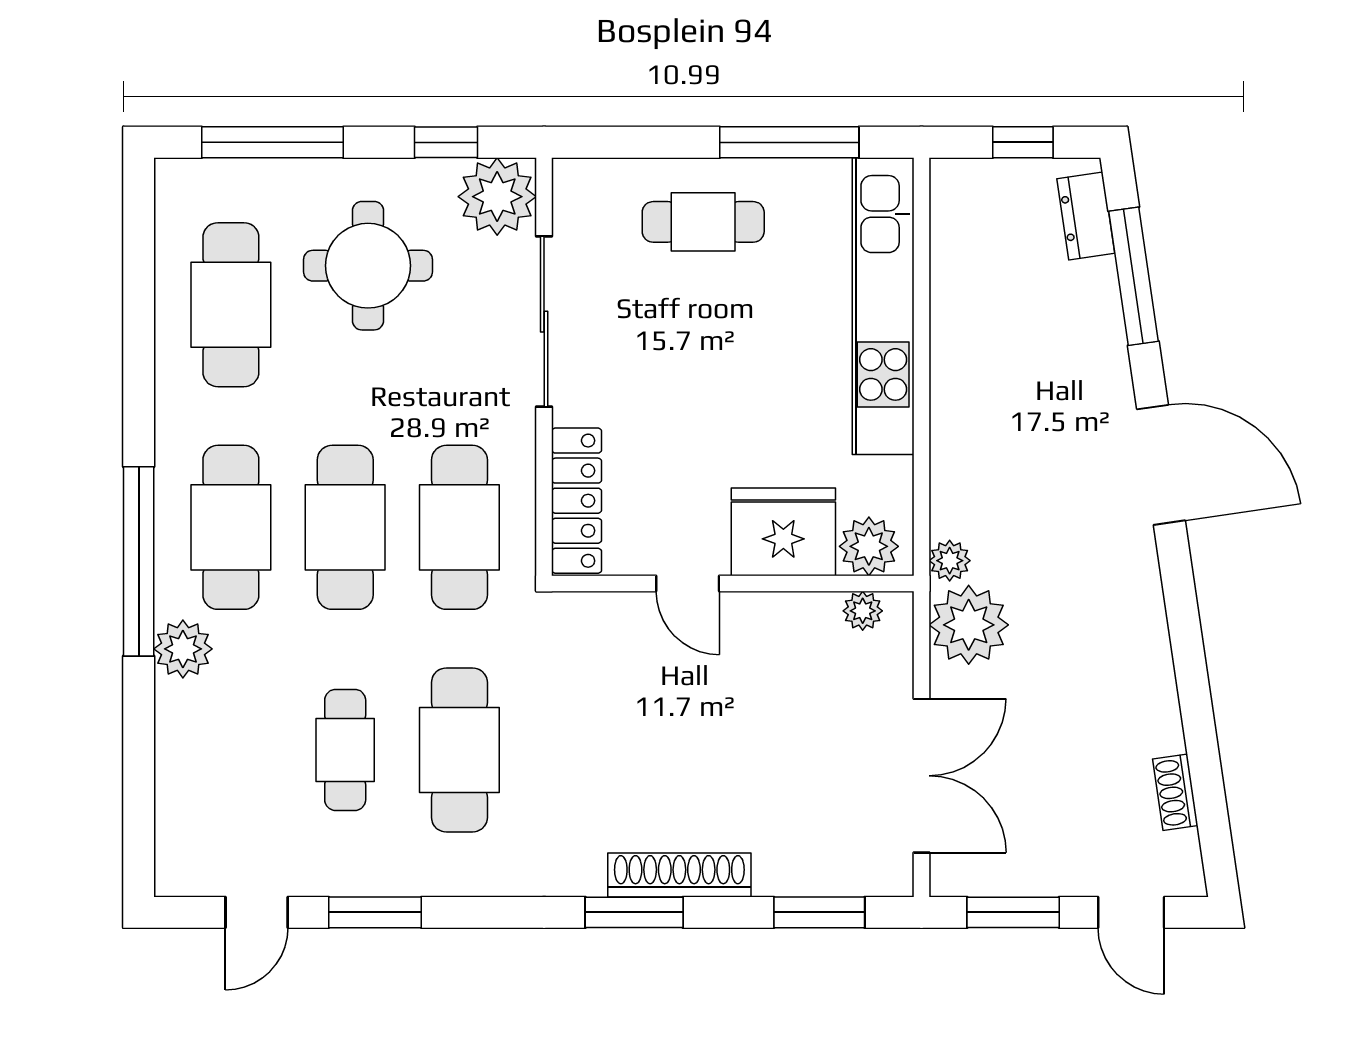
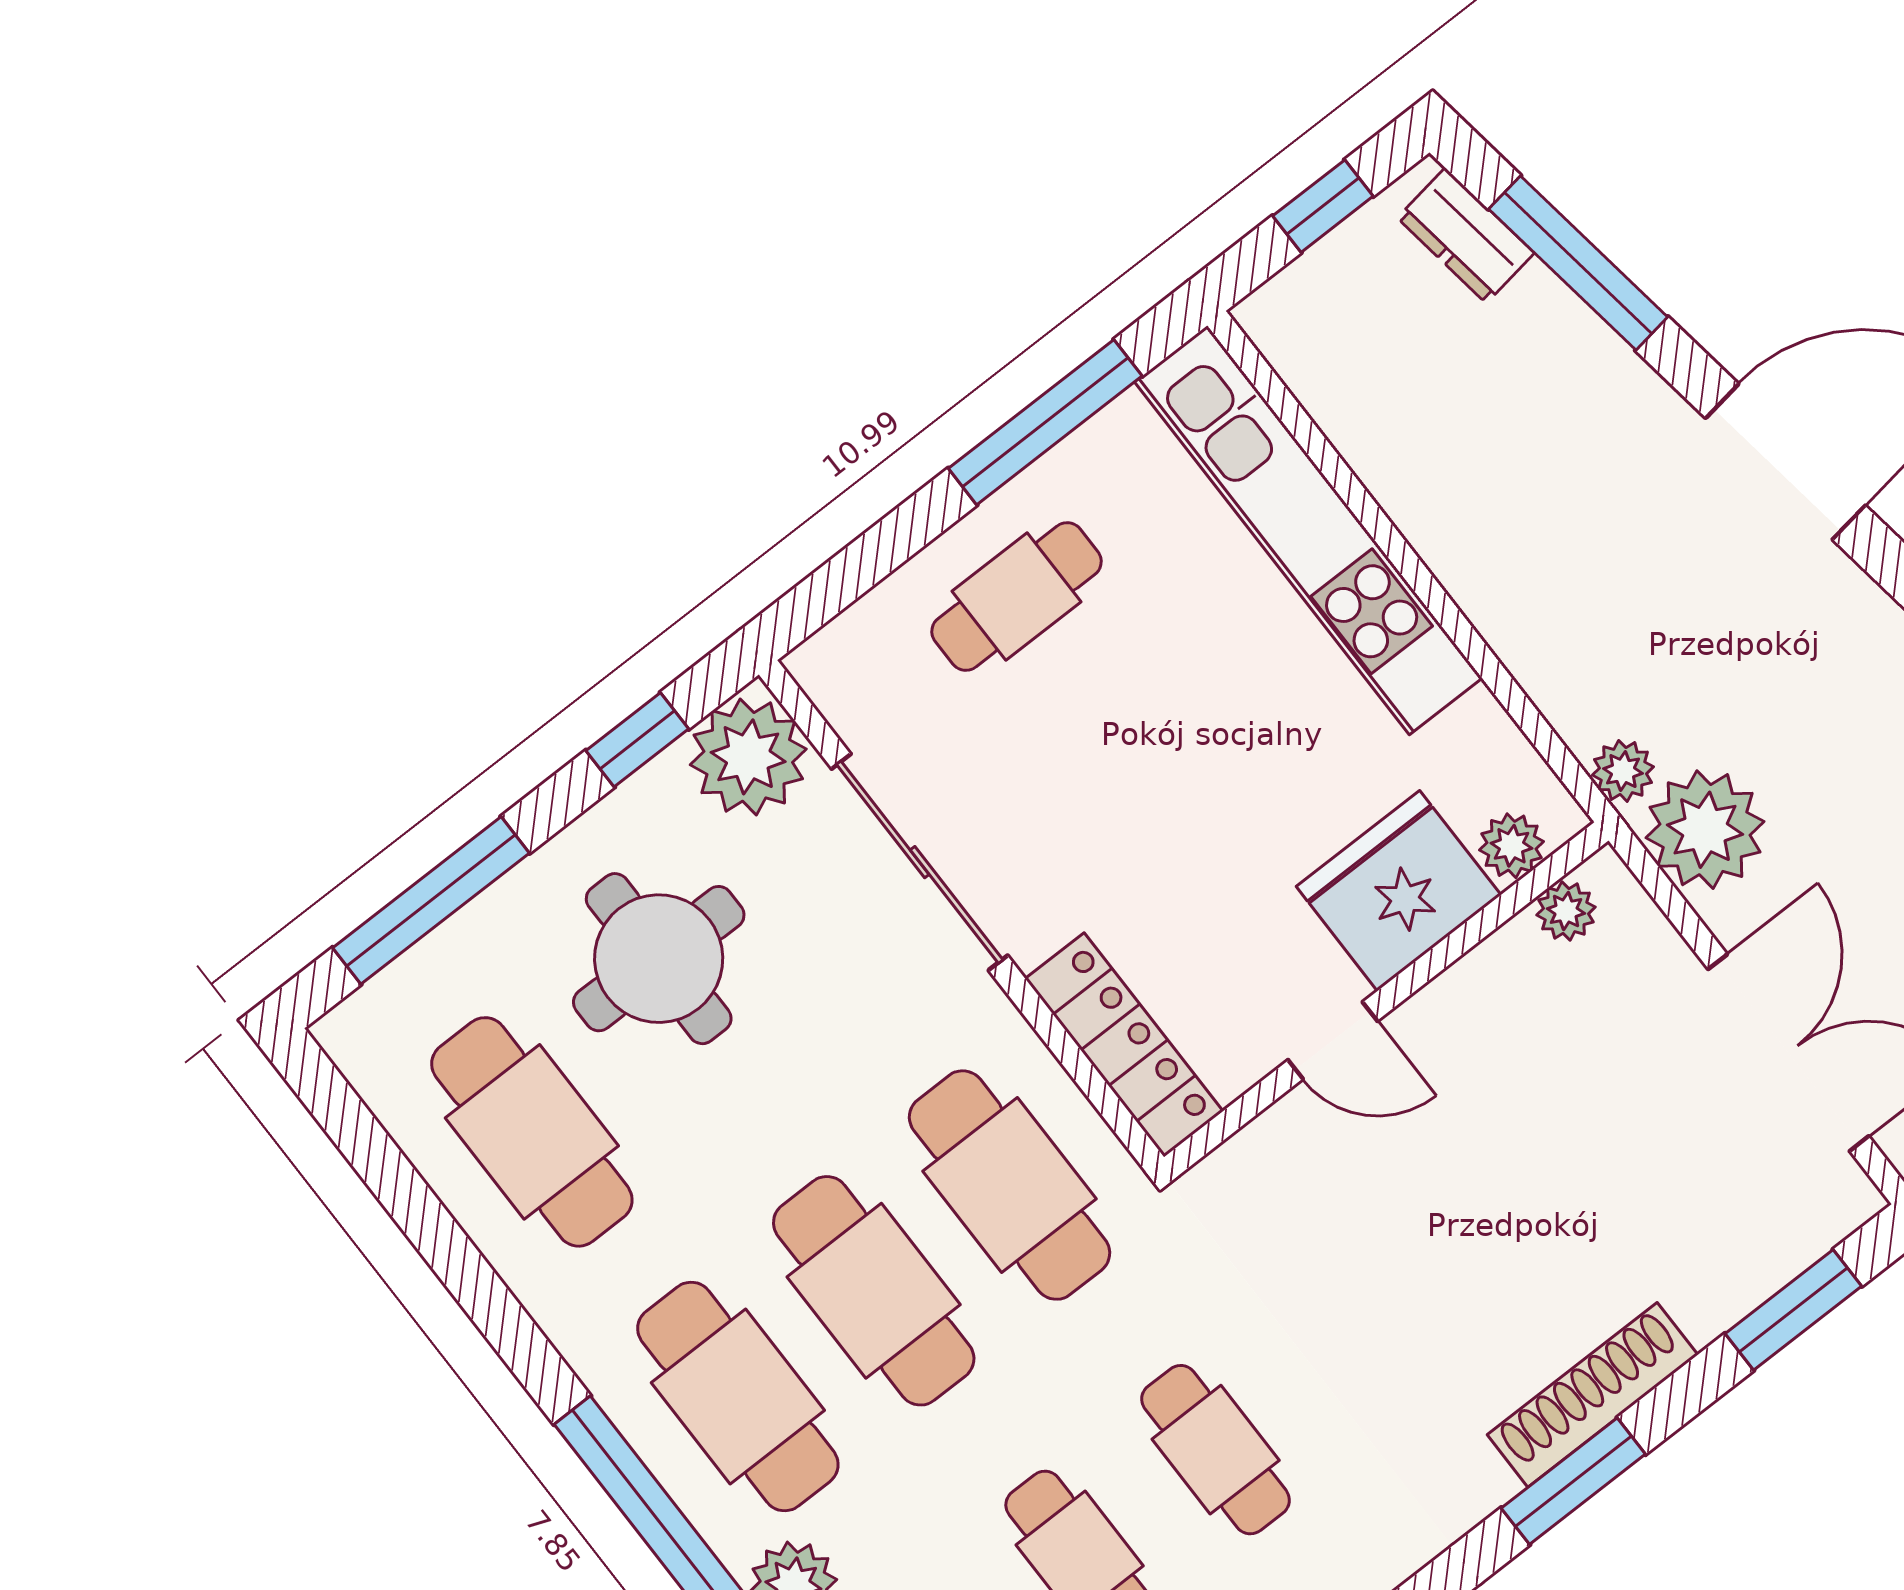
plant: (869, 546) -> (1512, 846), width x0.73, depth x0.73
cafe table: (459, 750) -> (1216, 1450), width x0.73, depth x0.74

